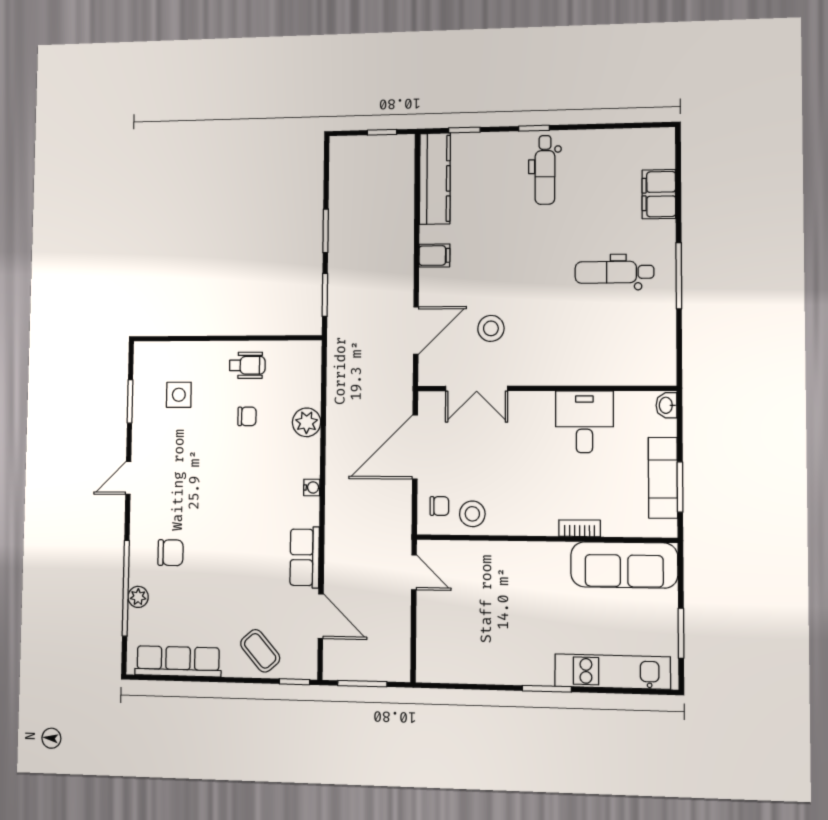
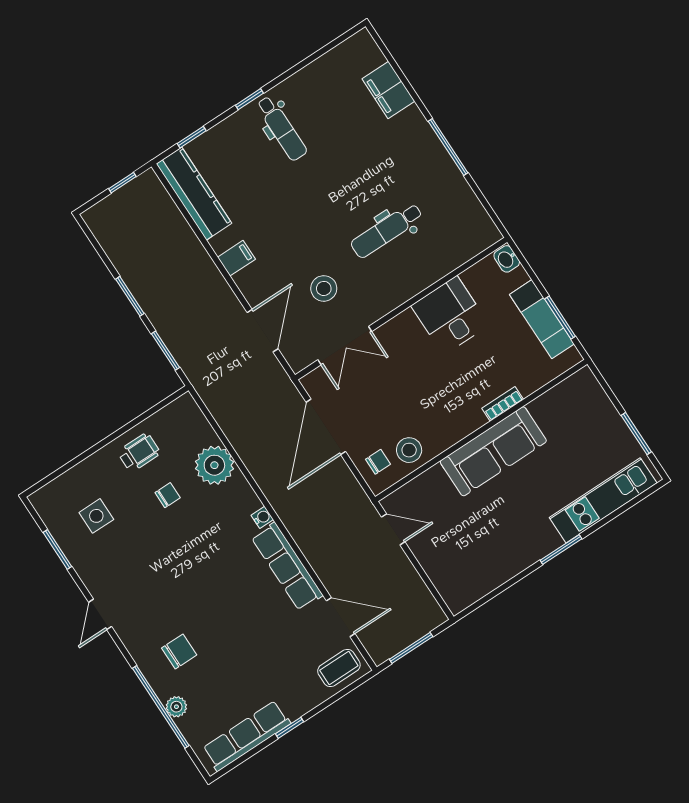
dental chair: (614, 272) -> (387, 230), moved
plant: (307, 422) -> (214, 465), width x1.36, depth x1.36
row of seats: (305, 557) -> (287, 566), width x1.48
sofa: (624, 565) -> (493, 451), moved
coffee table: (260, 651) -> (339, 668), moved, turned -49
window: (294, 682) -> (289, 728), moved

